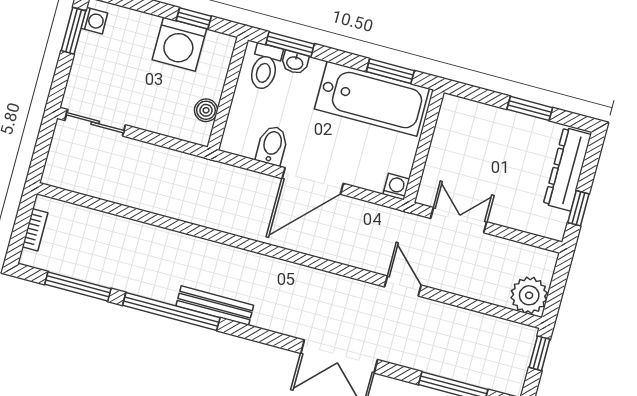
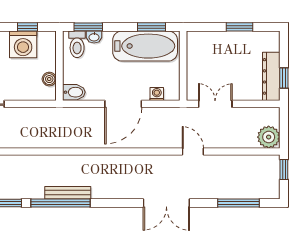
bidet: (272, 145) -> (74, 92), moved, turned 90
dresser: (567, 169) -> (271, 76), moved
washing machine: (396, 187) -> (157, 94), moved
bench: (215, 306) -> (68, 193), moved

